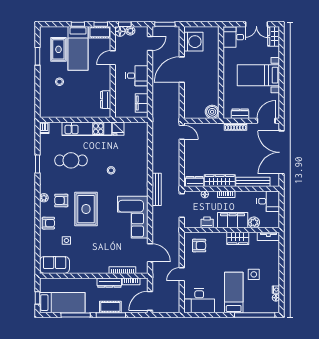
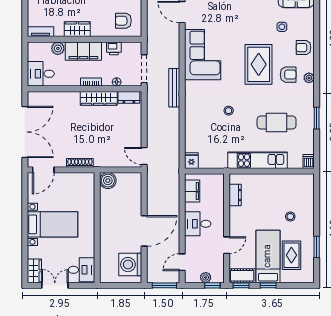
floor lamp: (120, 31) -> (218, 277), removed
dresser: (240, 114) -> (74, 178), removed
fridge: (118, 129) -> (191, 161), moved
bench: (253, 182) -> (59, 97), removed

